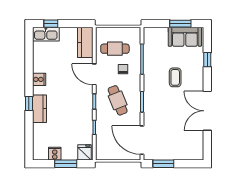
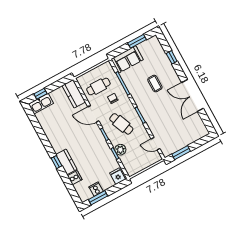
sofa: (185, 37) -> (127, 59), moved
cooker: (39, 79) -> (75, 178), moved
plant: (102, 126) -> (120, 150), added
door: (142, 140) -> (156, 144), width x0.53
window: (66, 164) -> (98, 198), moved

